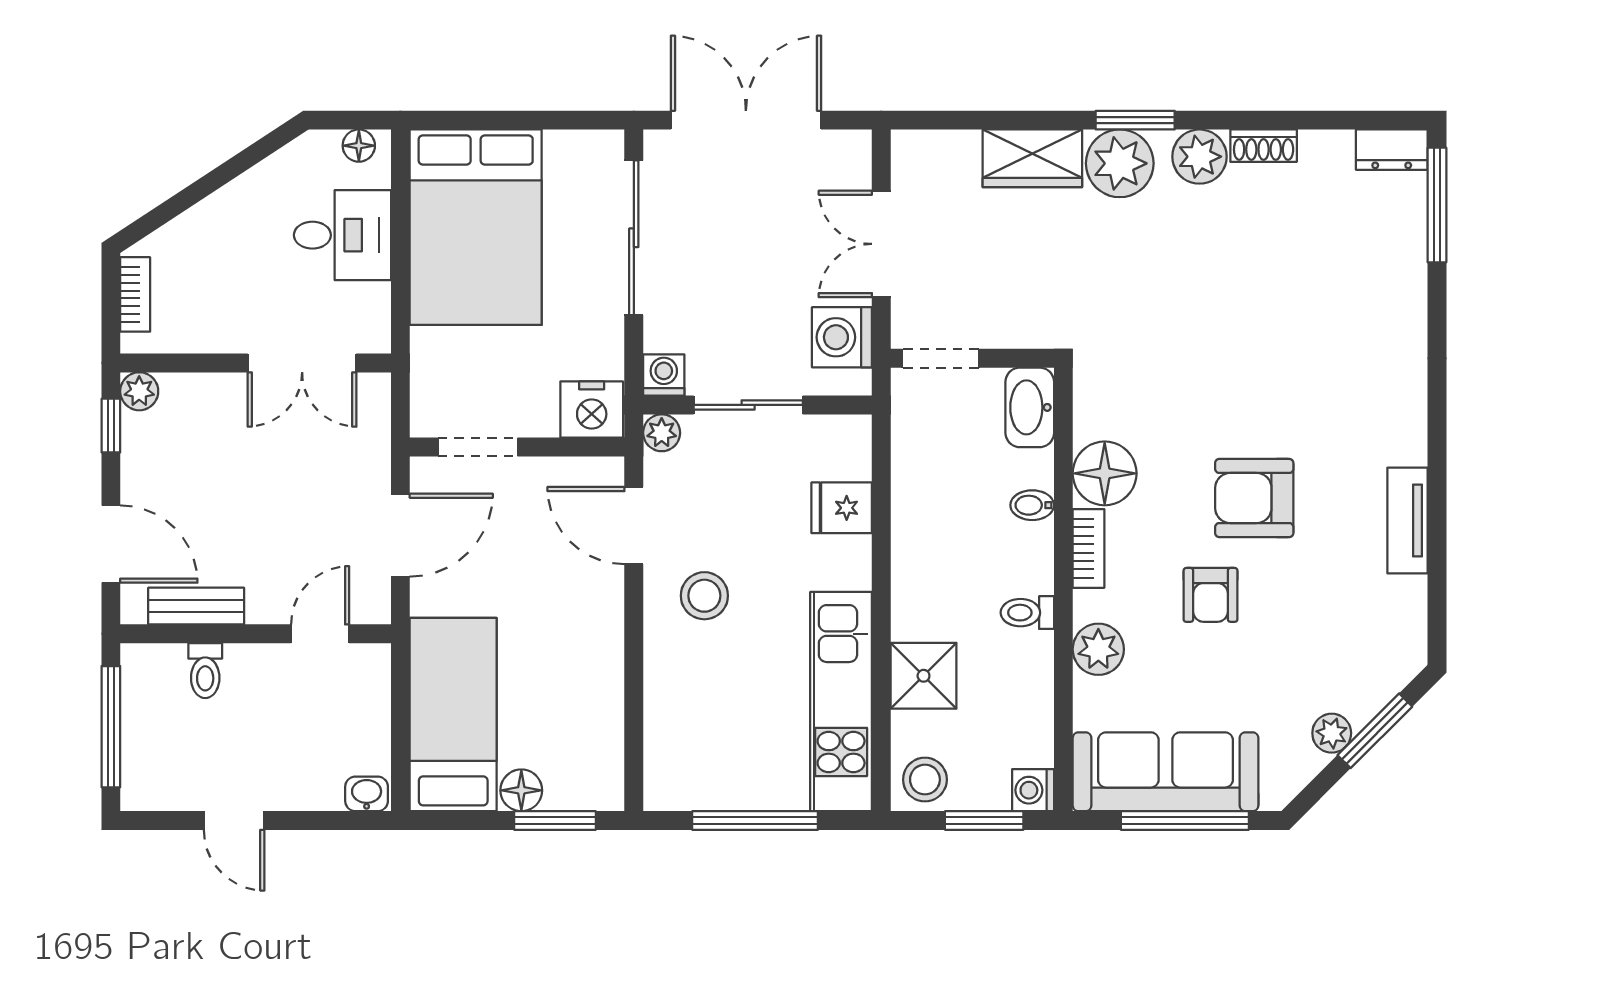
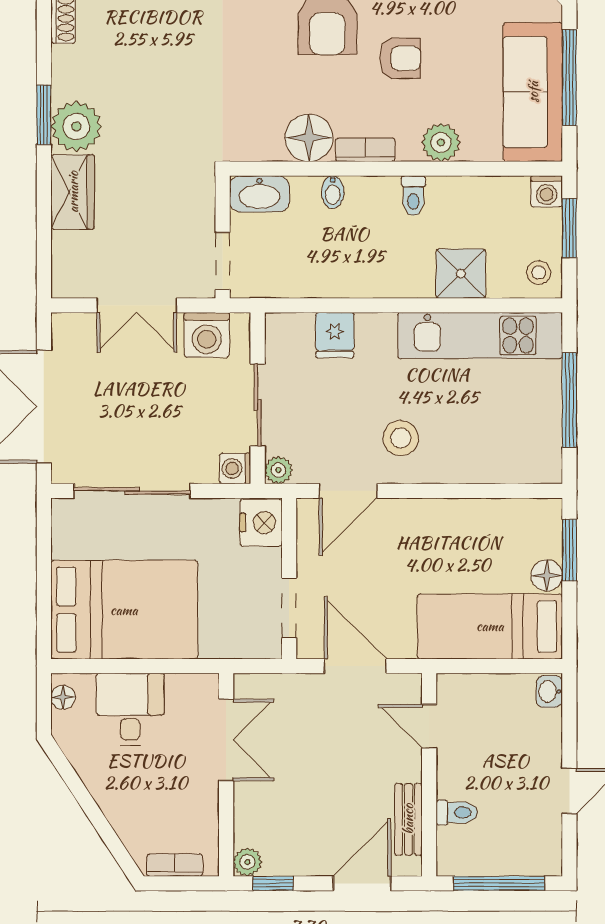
plant: (1199, 157) -> (71, 67), removed
stool: (925, 780) -> (539, 273), width x0.73, depth x0.73

